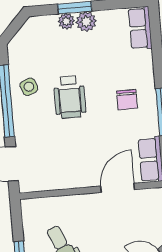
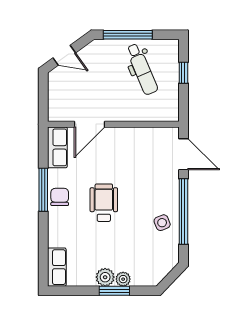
wheelchair: (70, 97) -> (104, 203), moved
chair: (127, 100) -> (60, 197), moved

